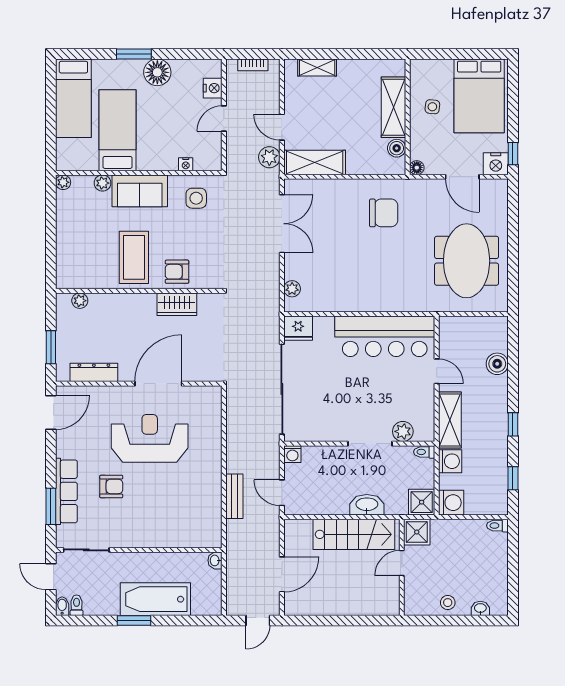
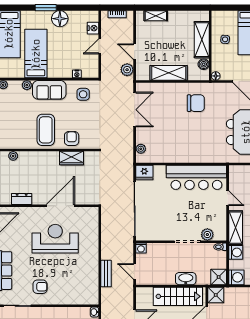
shelving: (315, 163) -> (169, 73), moved
armchair: (177, 272) -> (72, 139), turned 90
dresser: (94, 372) -> (22, 199), width x0.70
armchair: (111, 486) -> (40, 287), moved

